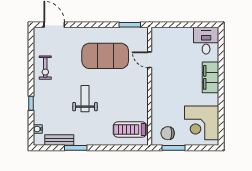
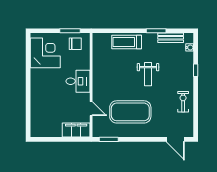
desk: (206, 41) -> (78, 81), moved, turned -90
filing cabinet: (210, 77) -> (76, 130), moved, turned -90
treadmill: (130, 130) -> (127, 42), moved, turned 180

